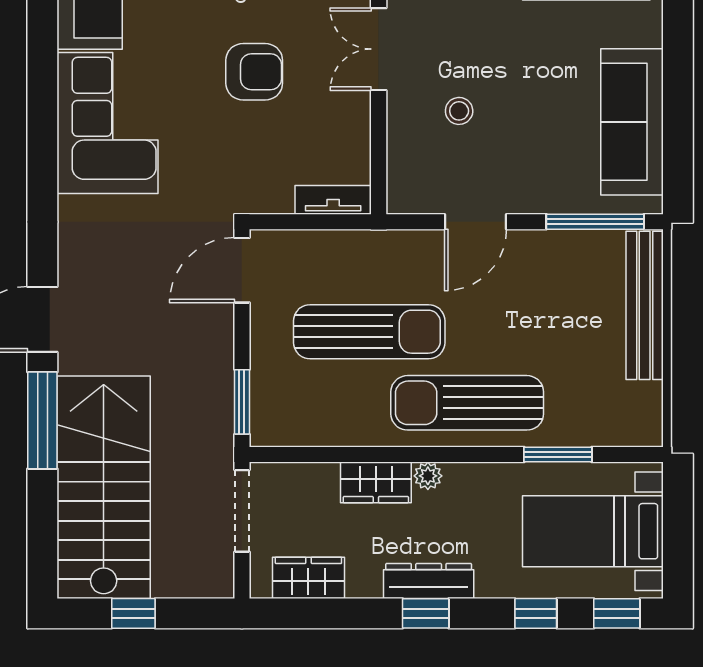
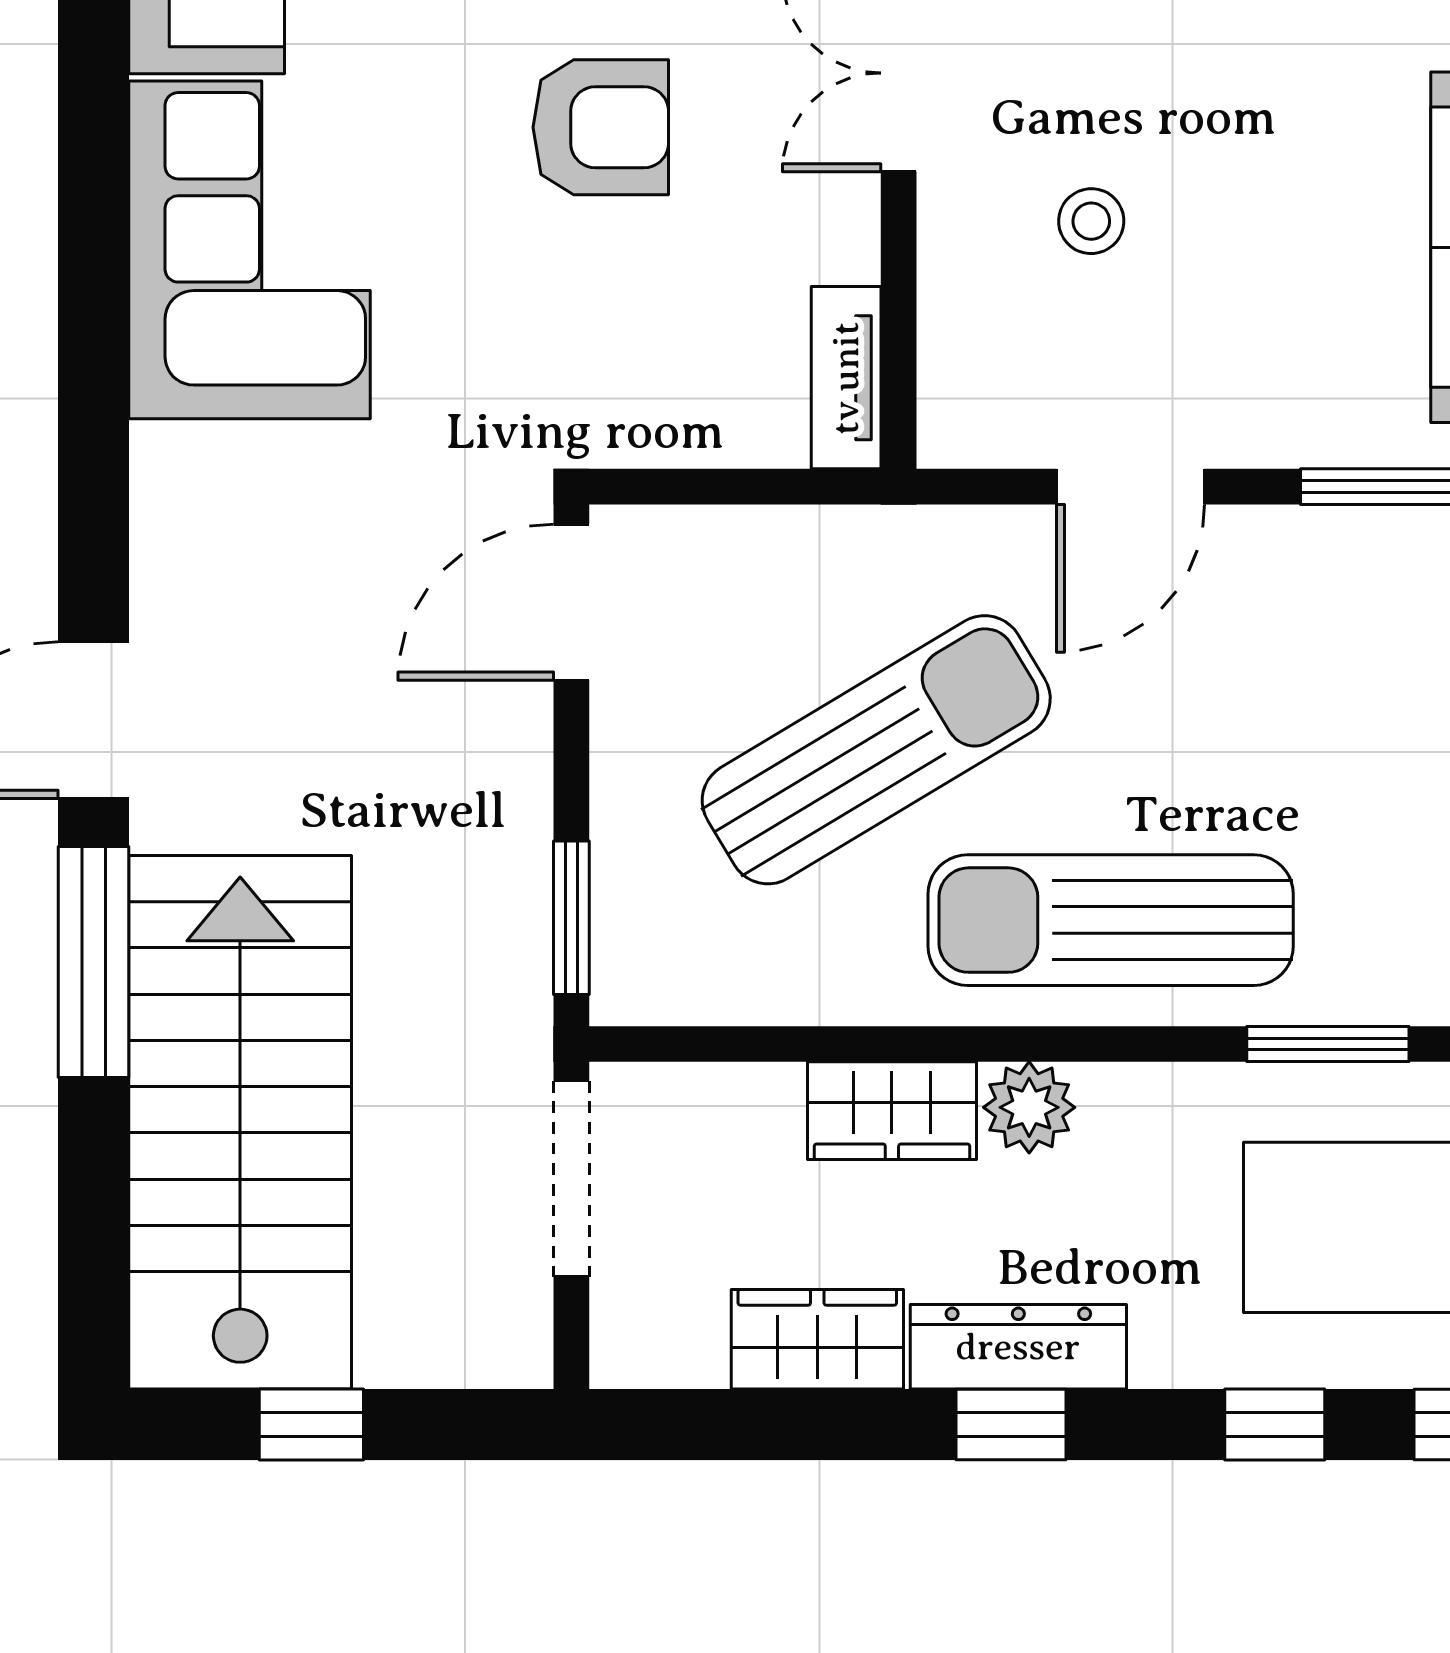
tv unit: (333, 200) -> (846, 378), moved, turned -90
sun lounger: (369, 332) -> (876, 750), turned -31
plant: (428, 476) -> (1029, 1107), width x1.38, depth x1.38
wardrobe: (308, 578) -> (817, 1339), moved

